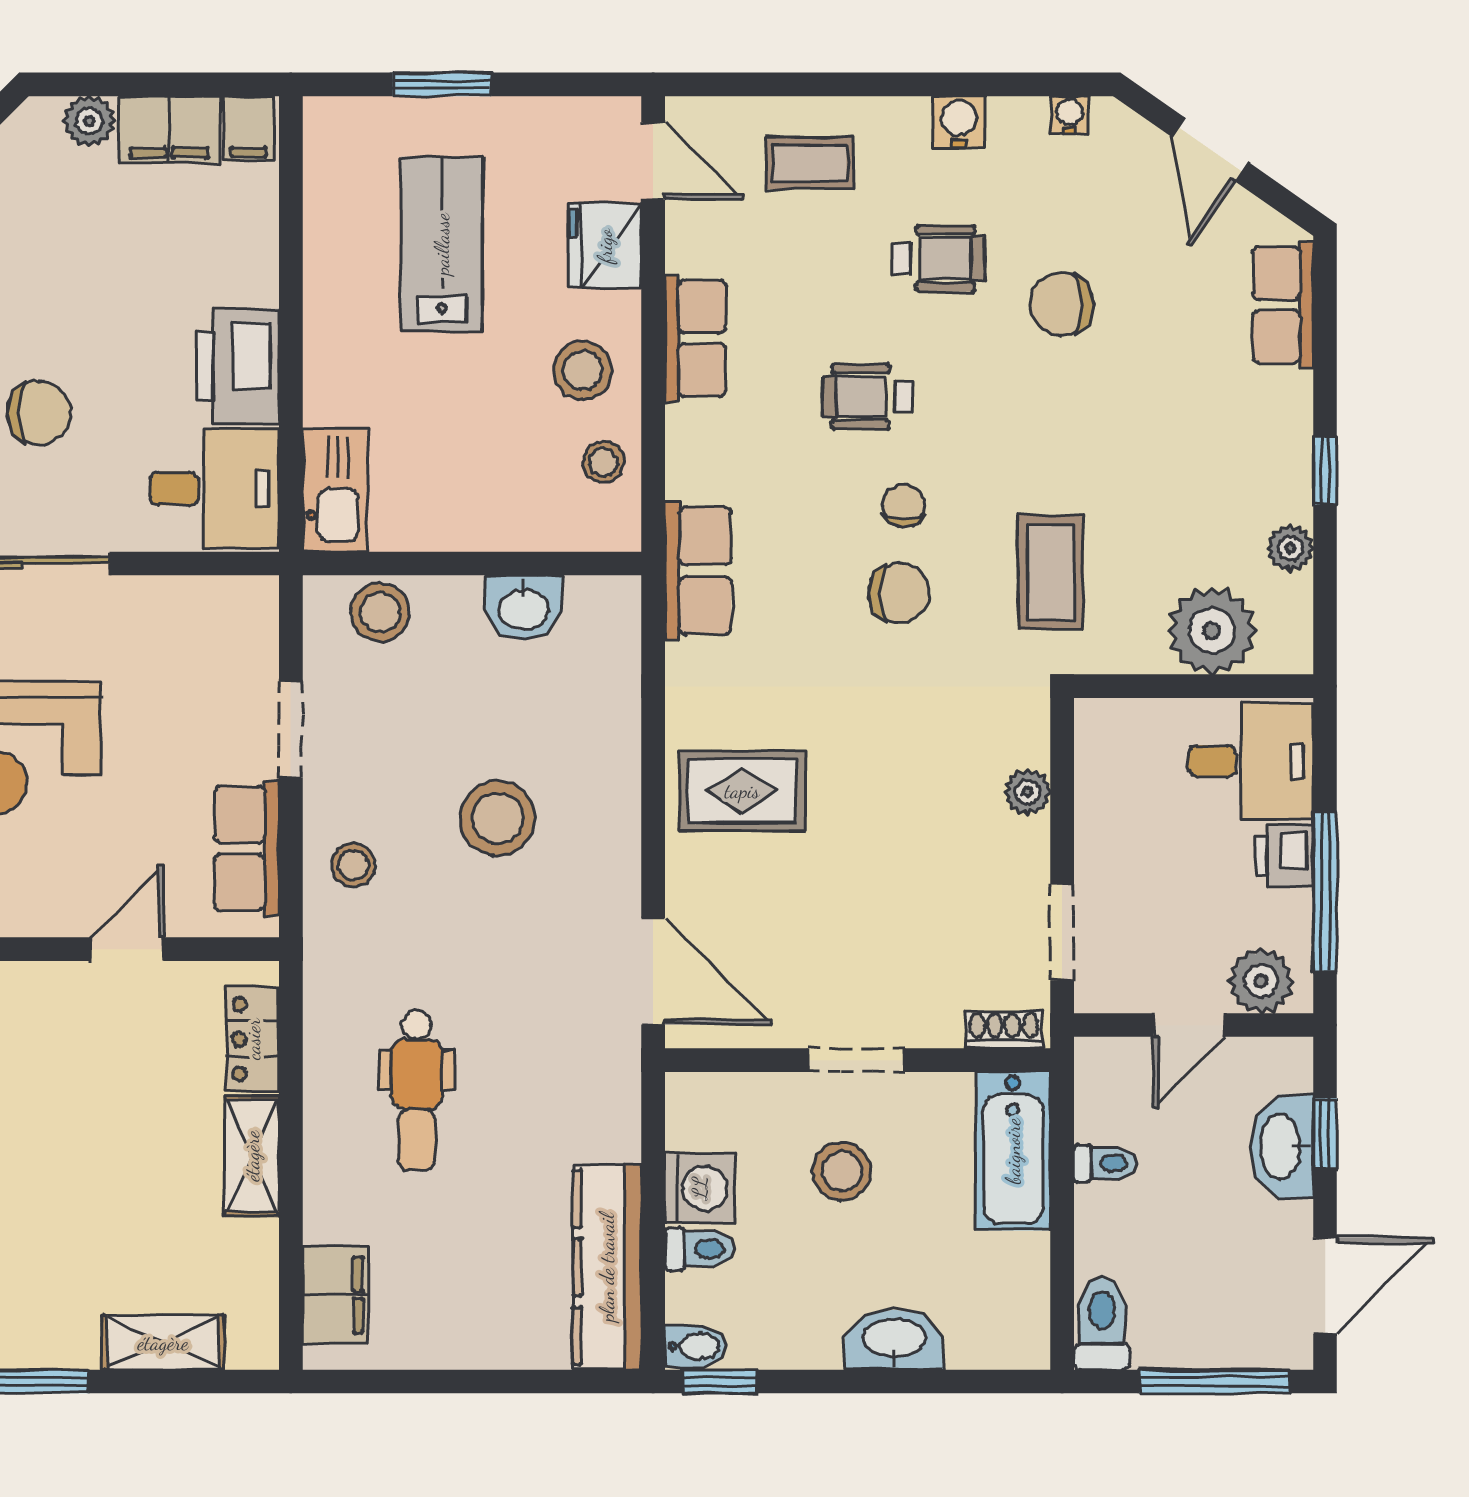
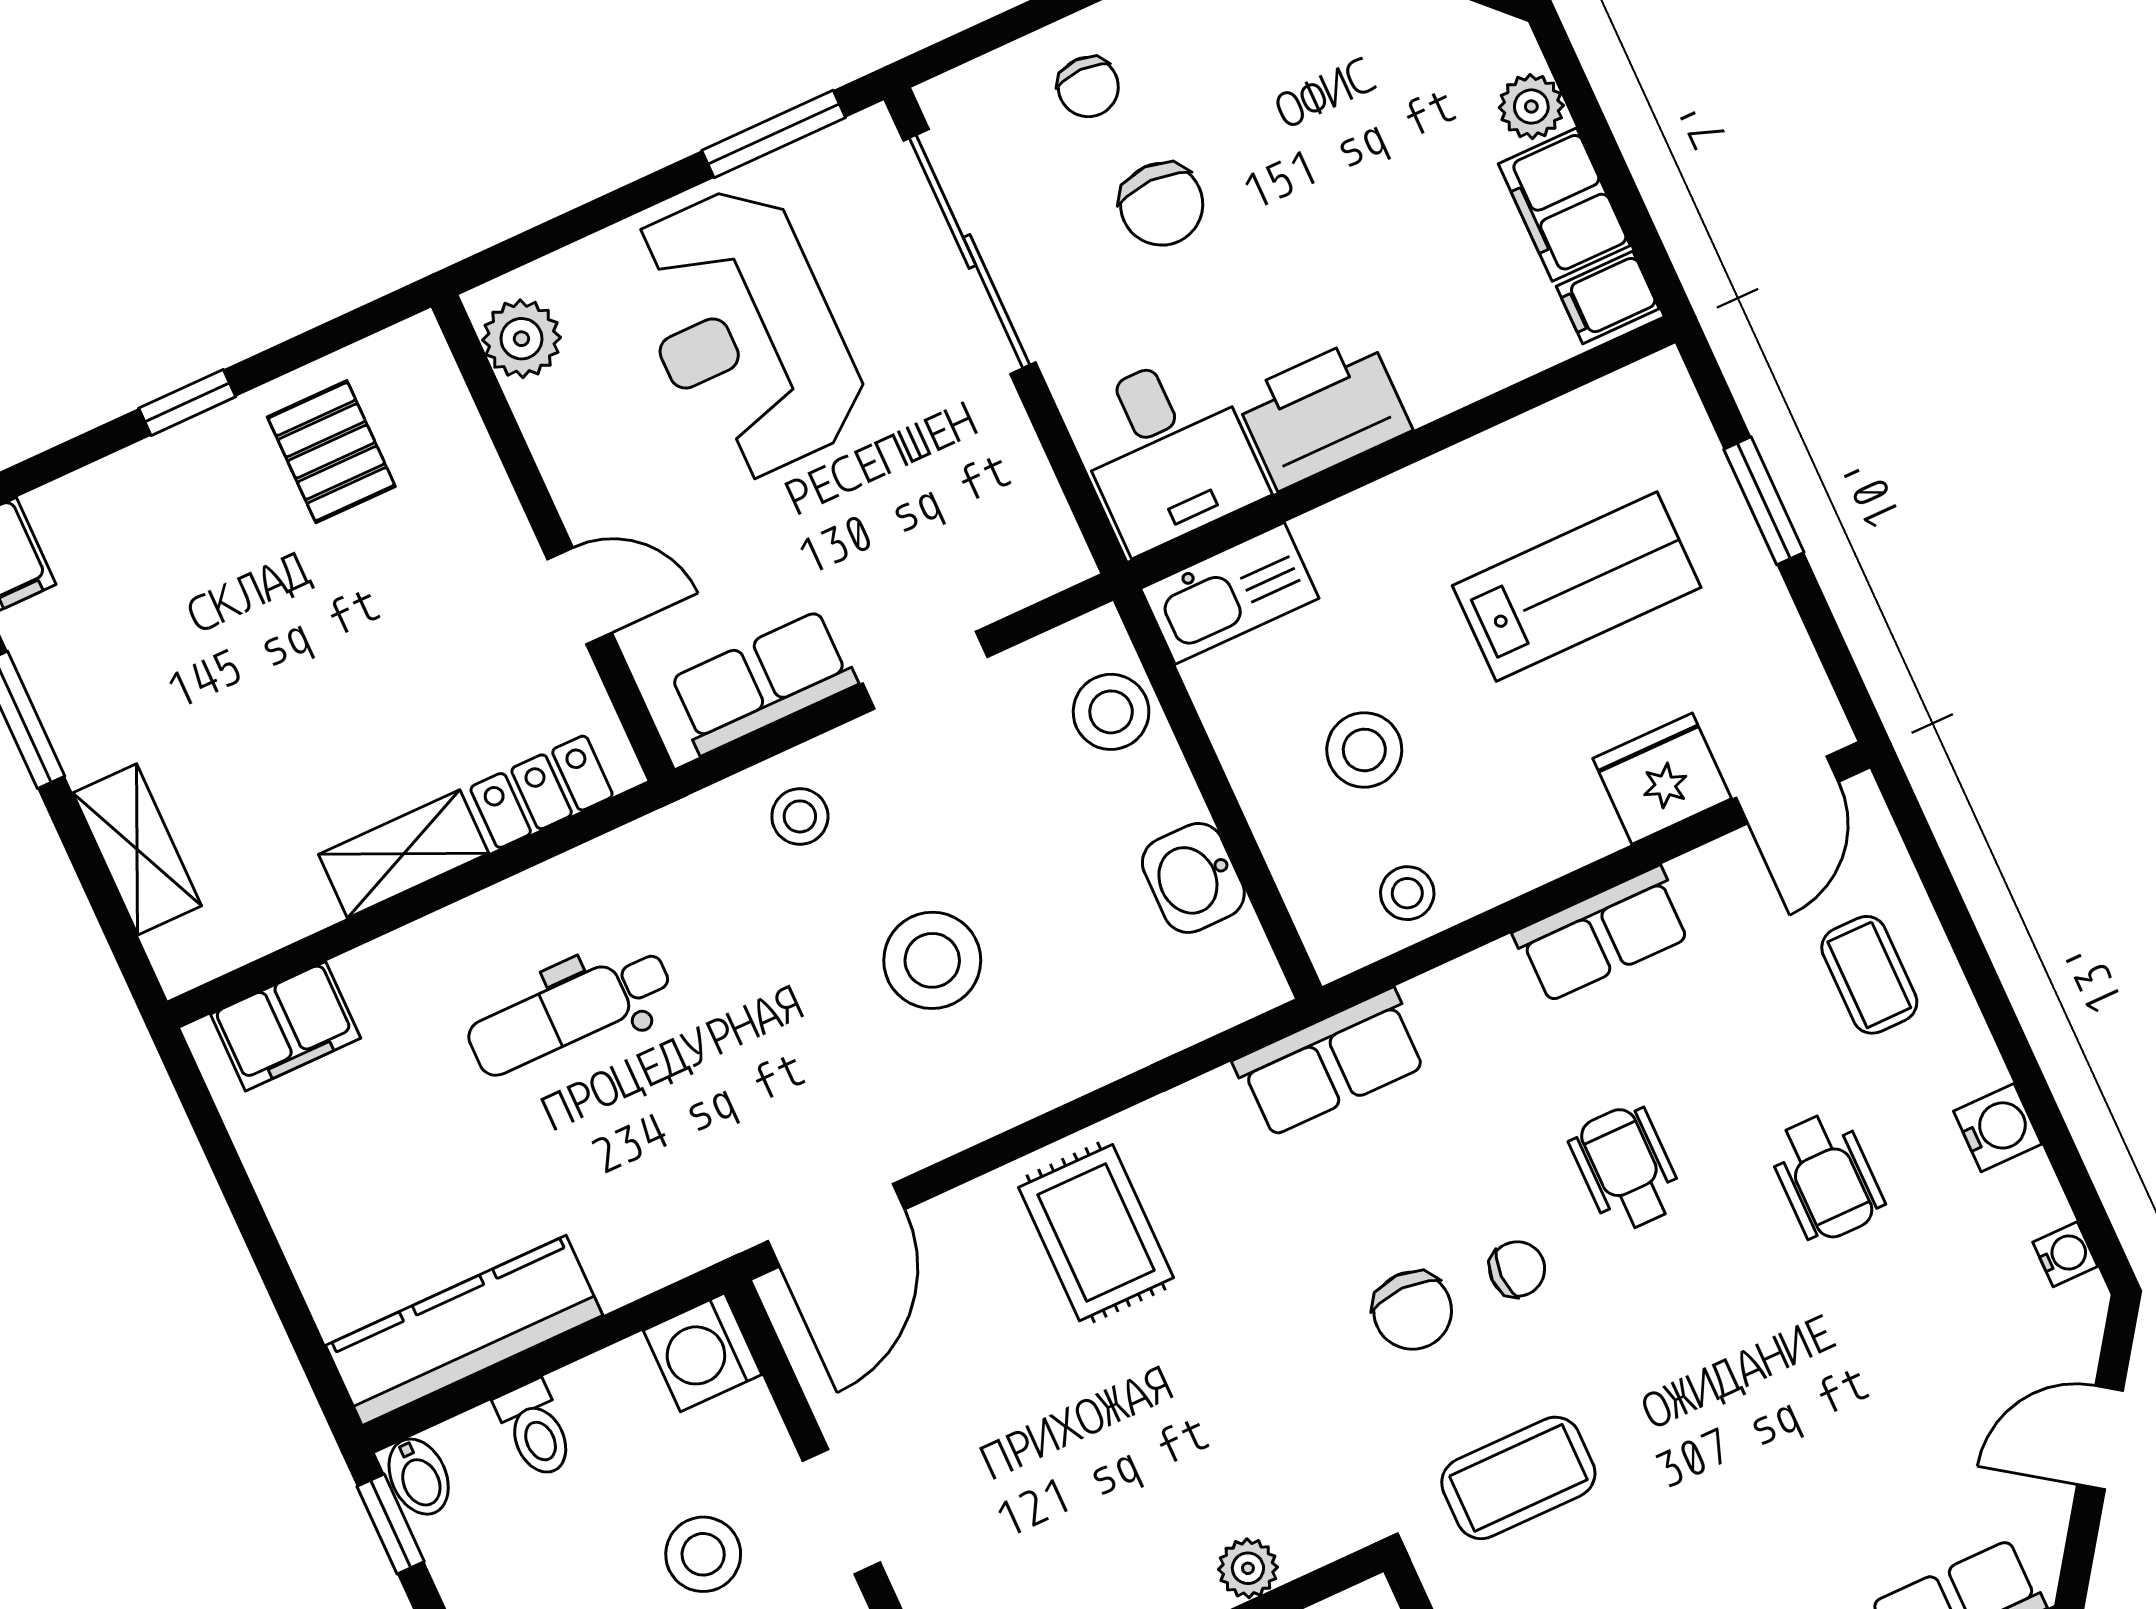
chair: (1062, 304) -> (1839, 1346), removed
stool: (583, 370) -> (1364, 750), moved
washing machine: (700, 1188) -> (702, 1352), moved, turned 90

